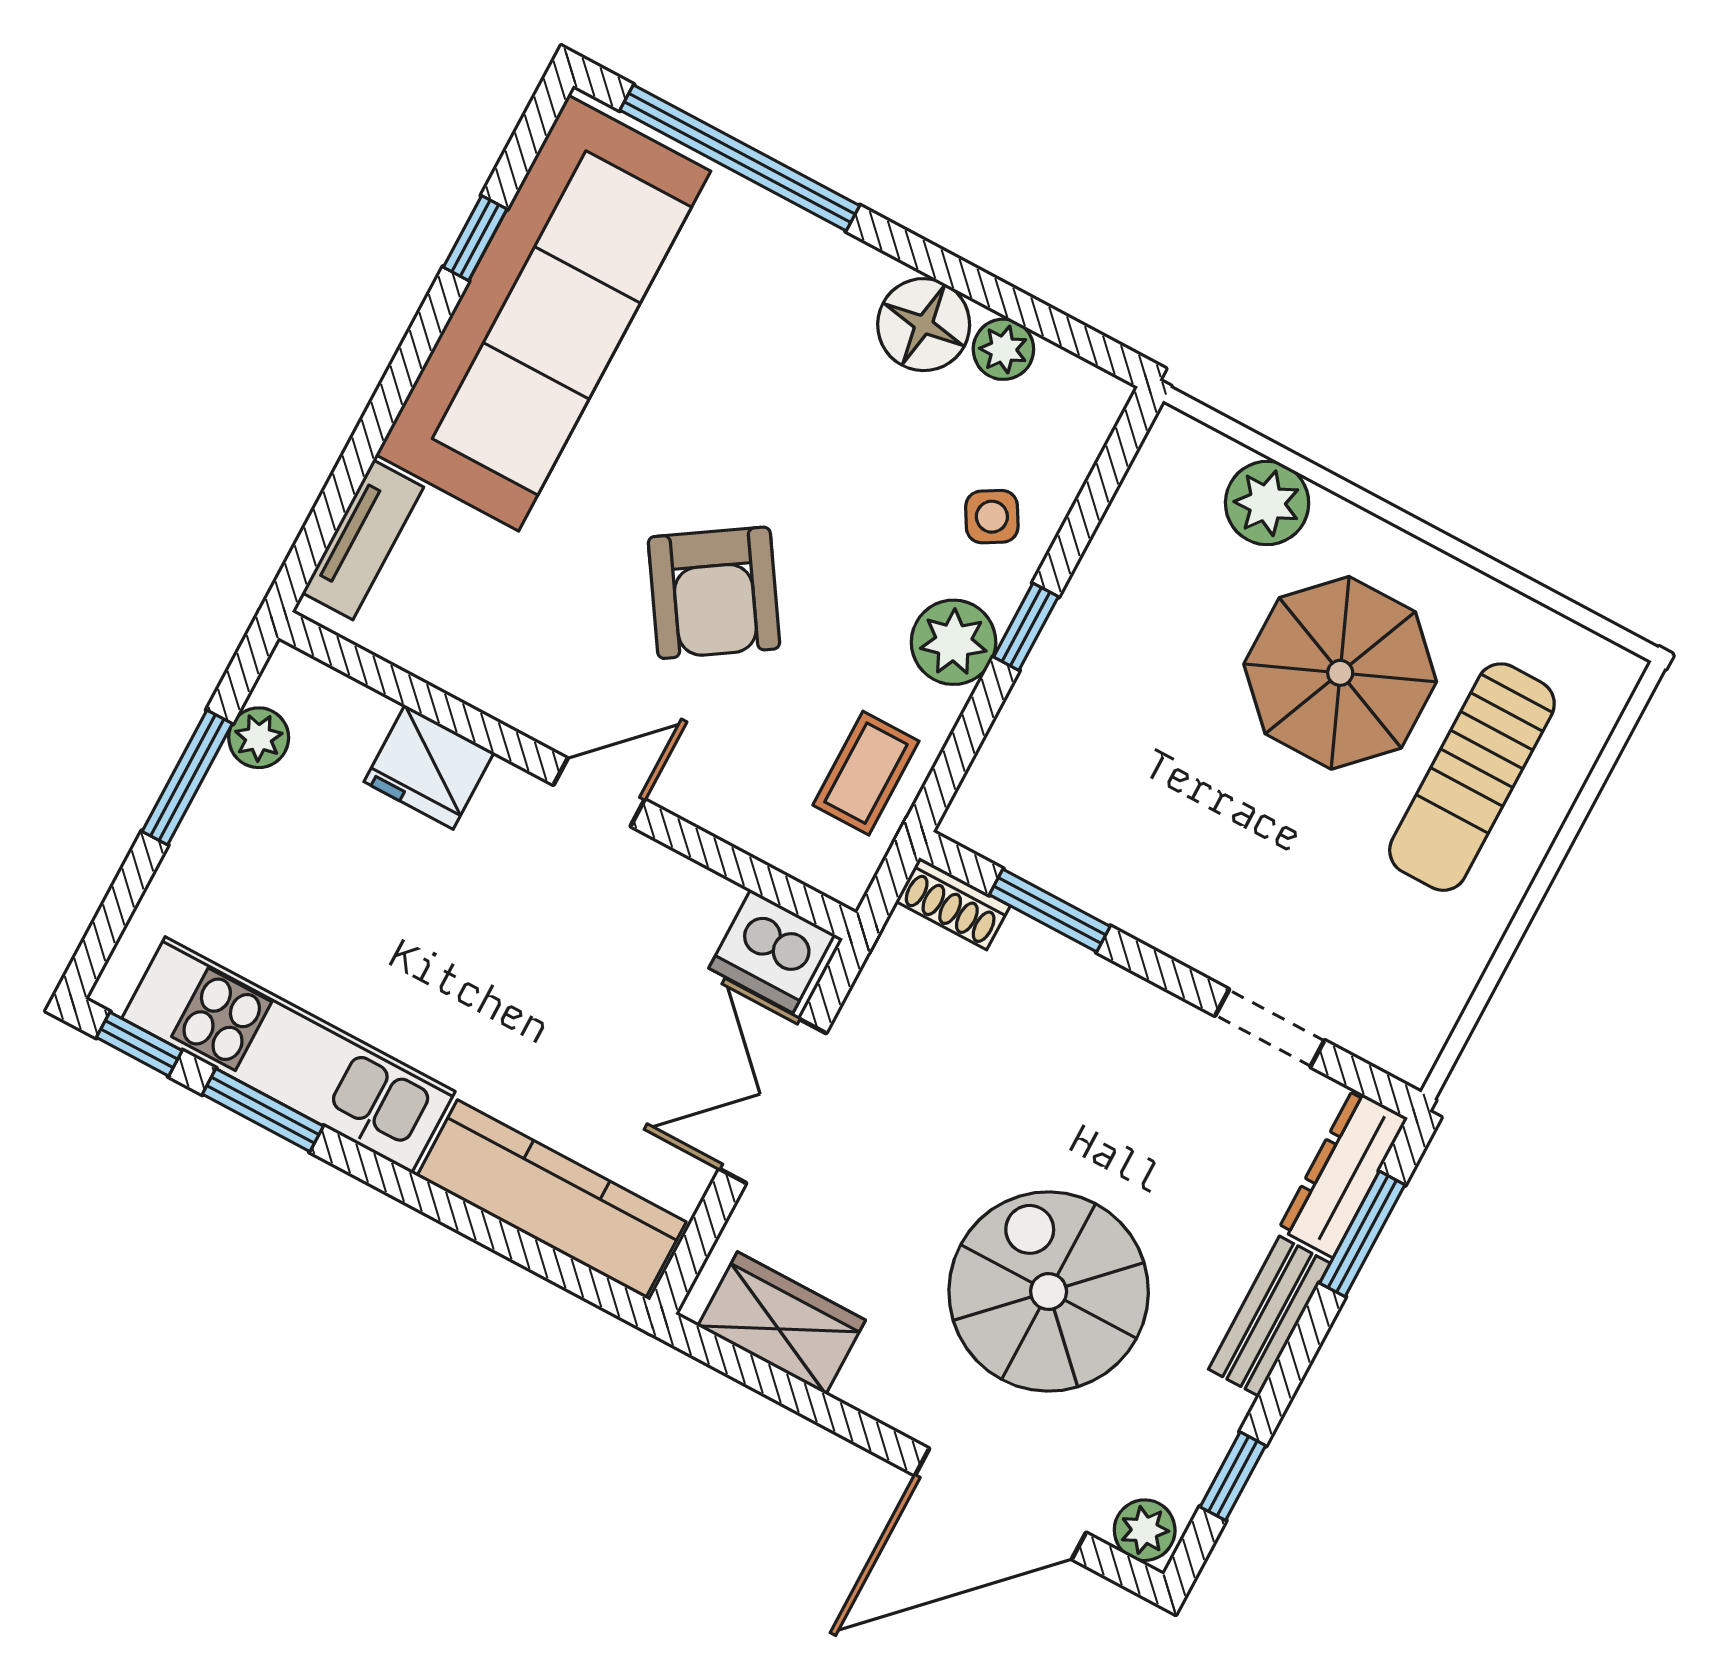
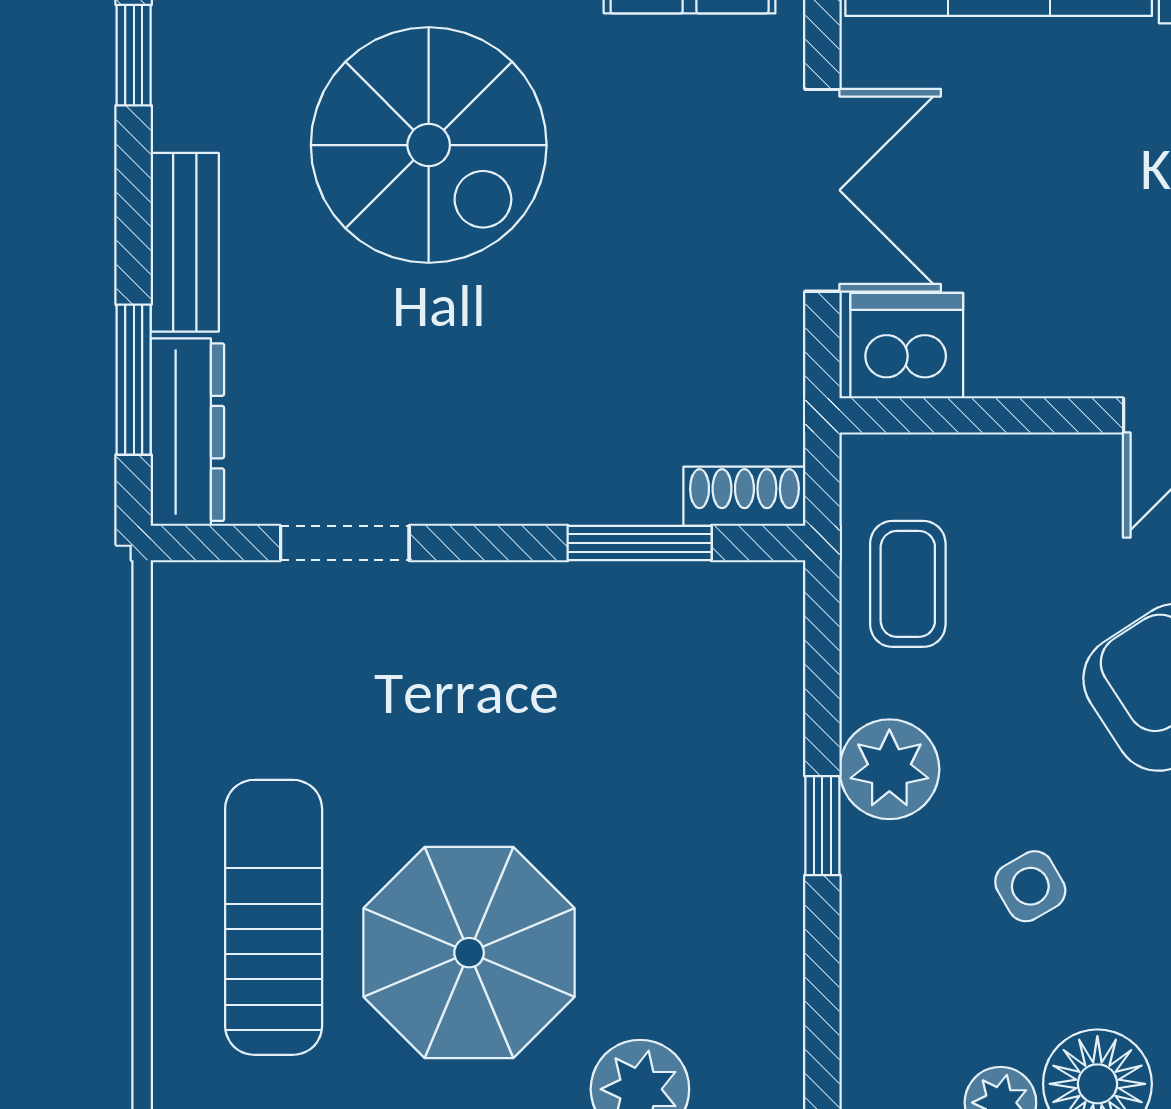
side table: (992, 517) -> (1030, 886), moved

